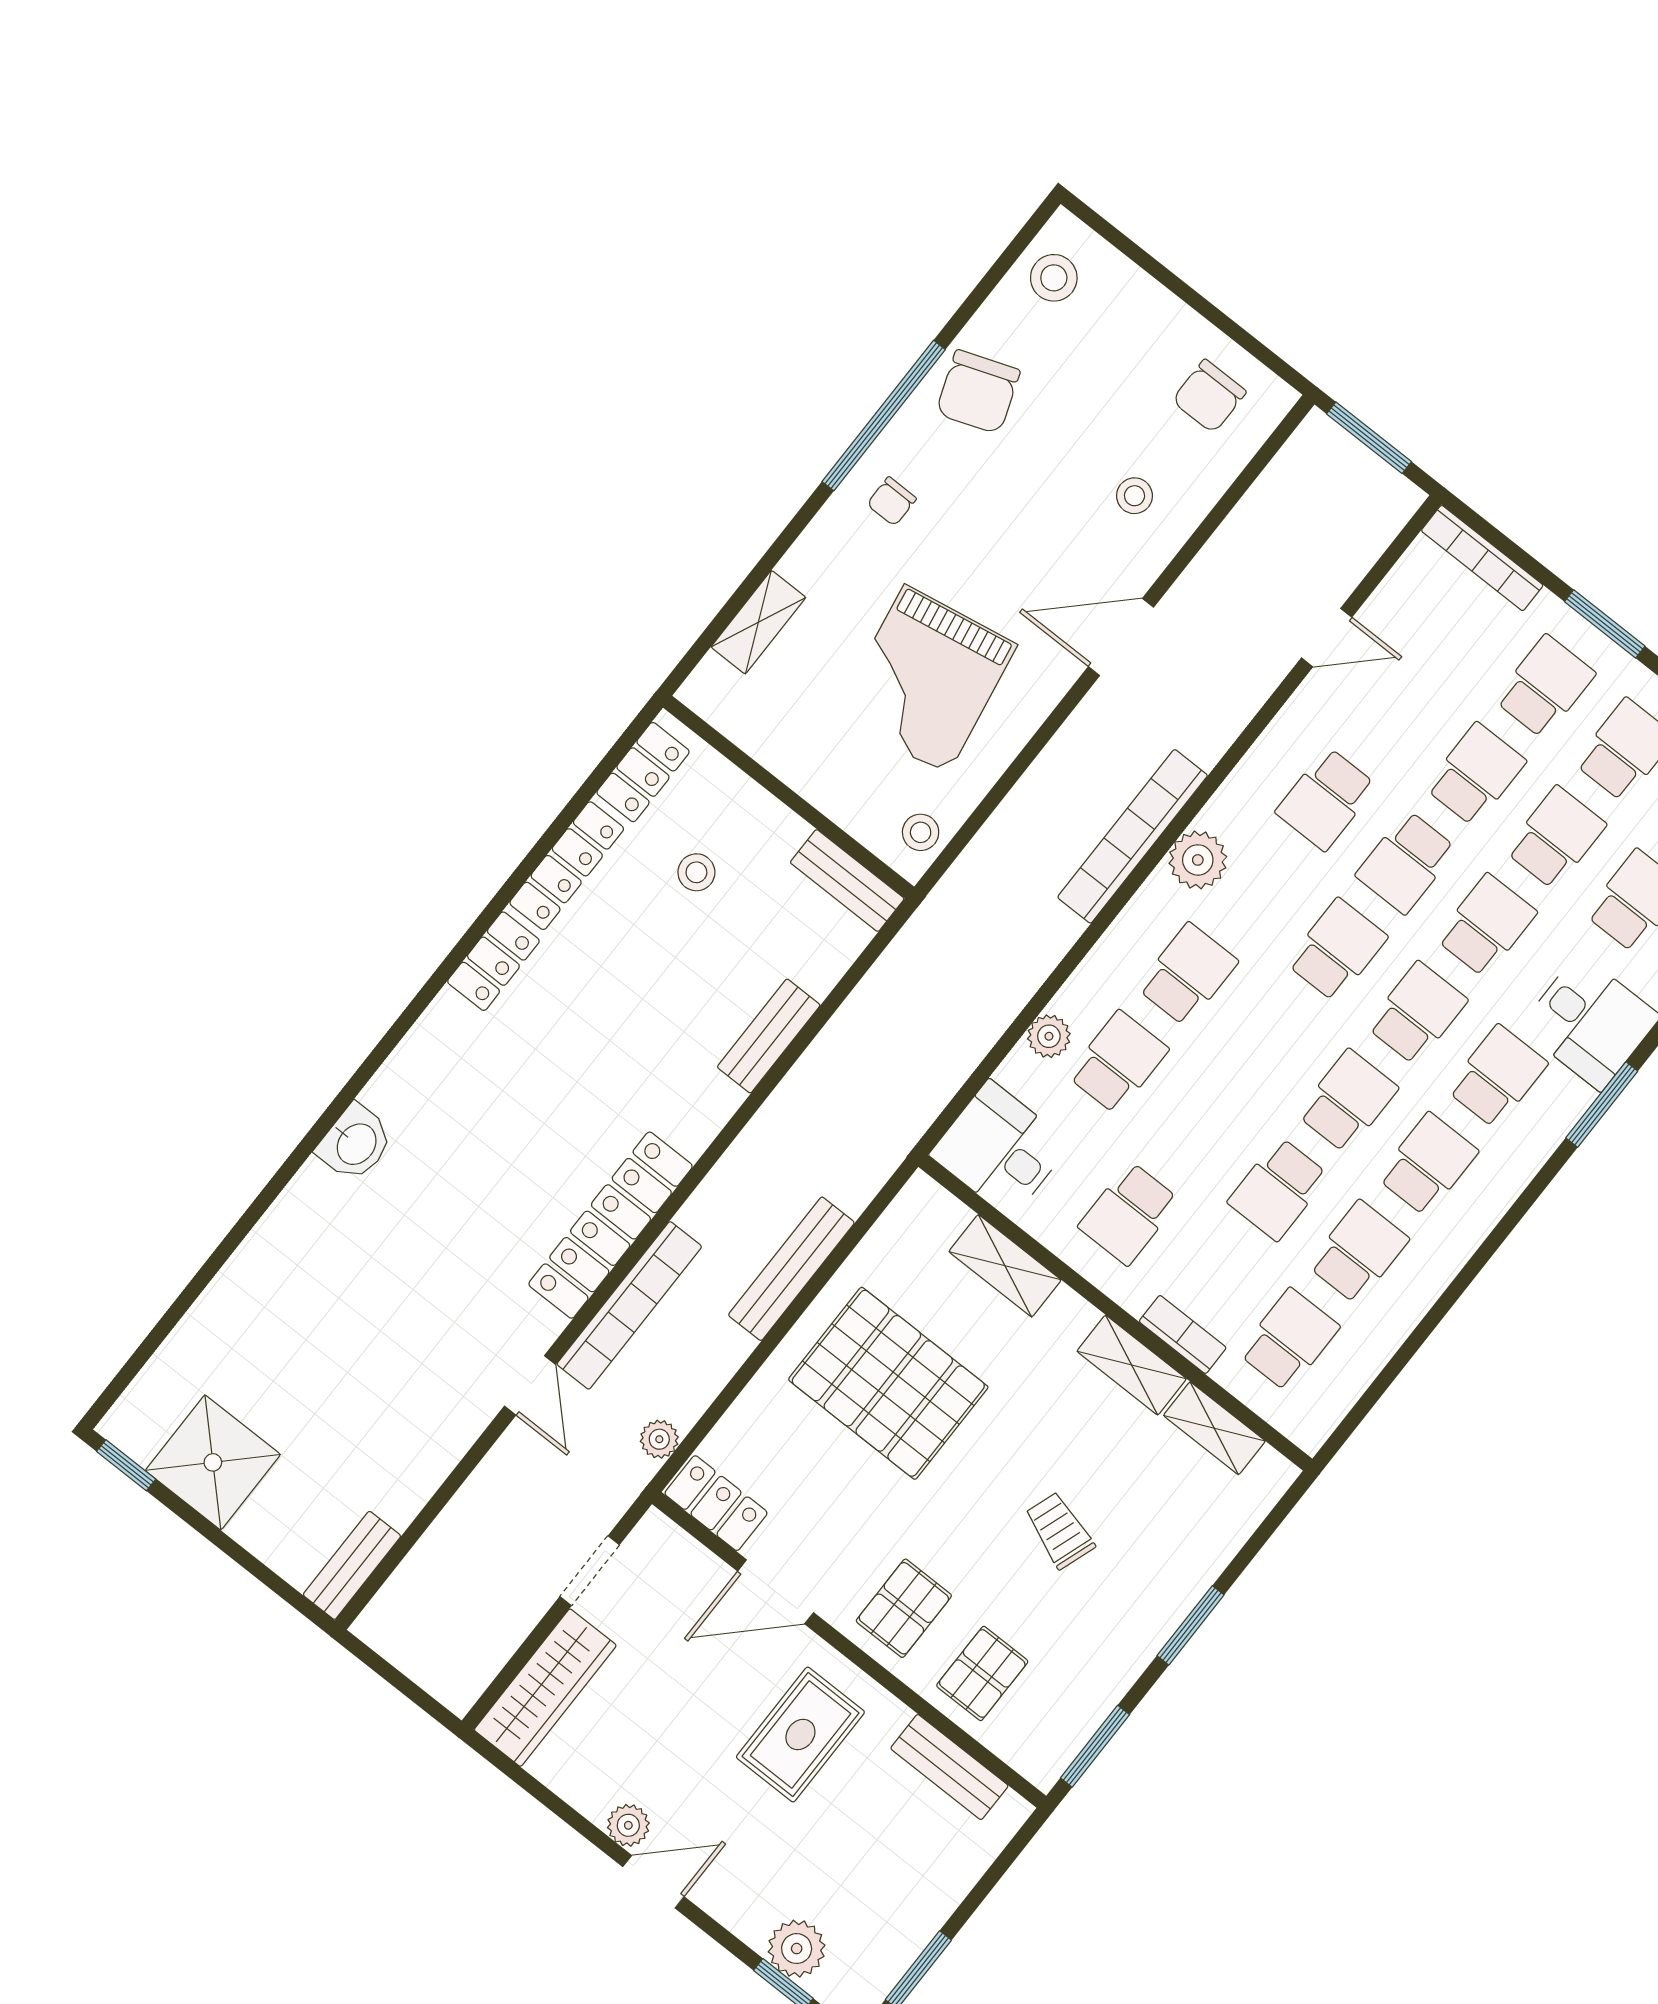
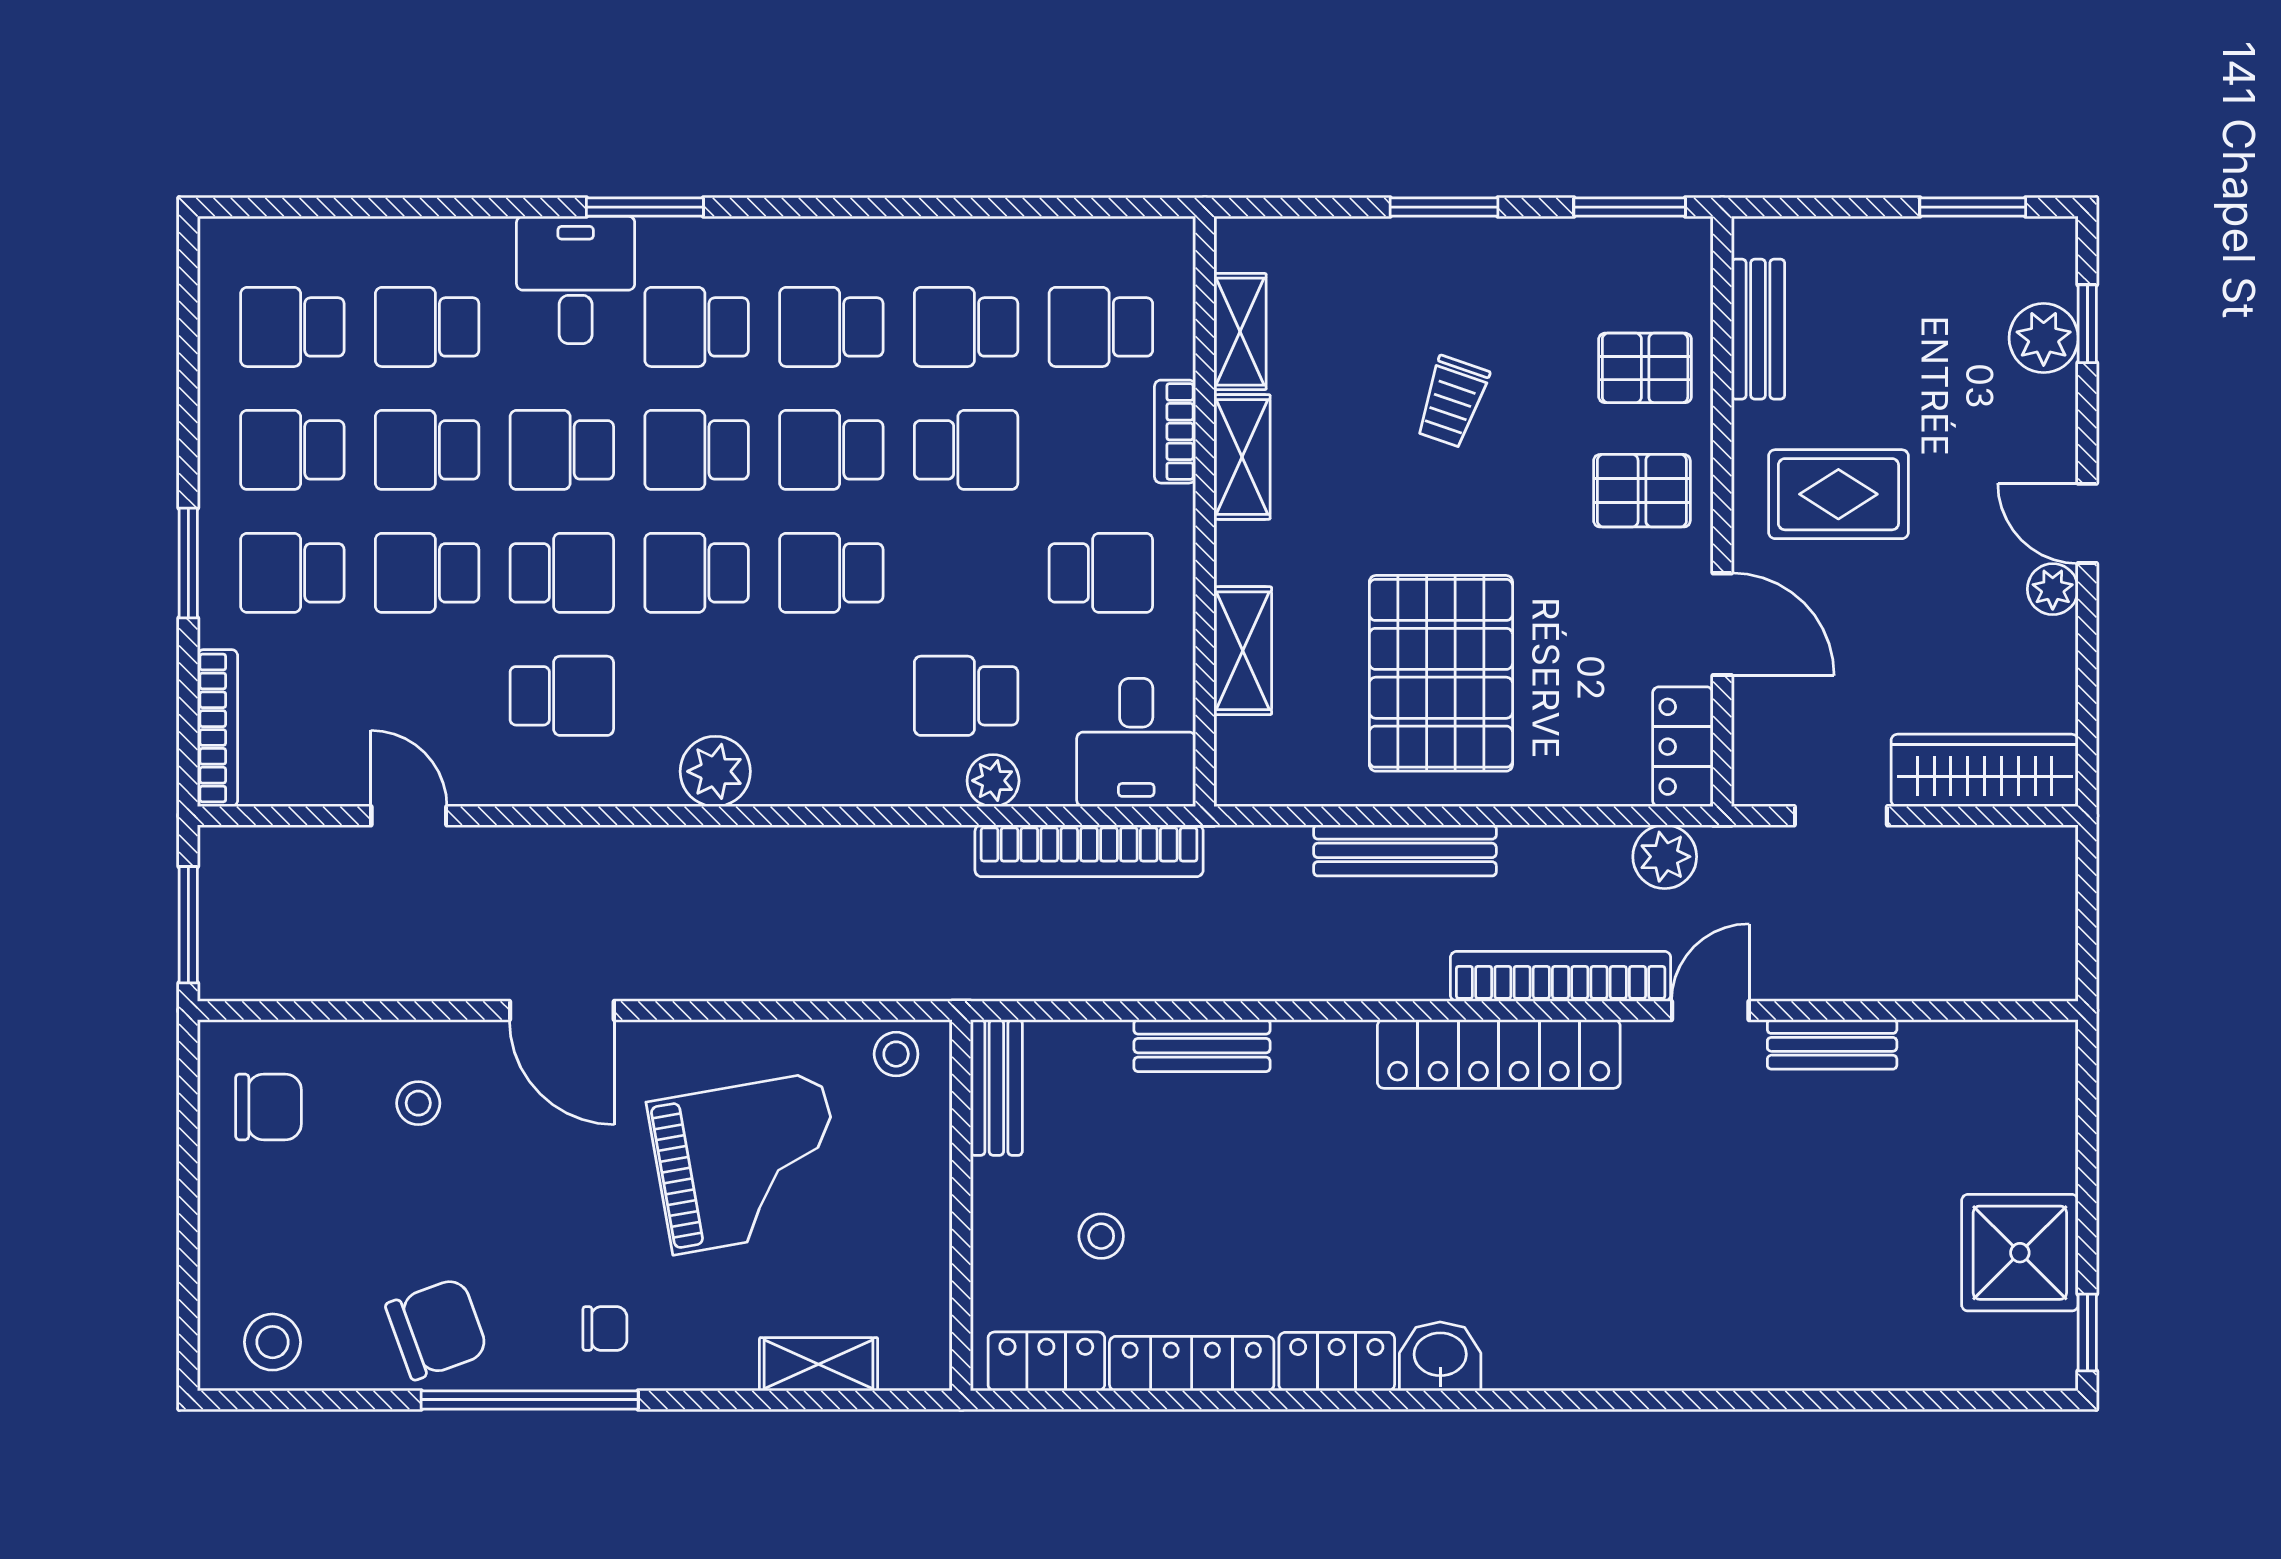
bookcase: (1133, 836) -> (1089, 851), moved
school desk: (1187, 975) -> (831, 573), moved
washbasin: (355, 1143) -> (1440, 1356), moved
plant: (659, 1439) -> (1665, 857), width x1.38, depth x1.38
bench: (352, 1565) -> (1832, 1044), moved

